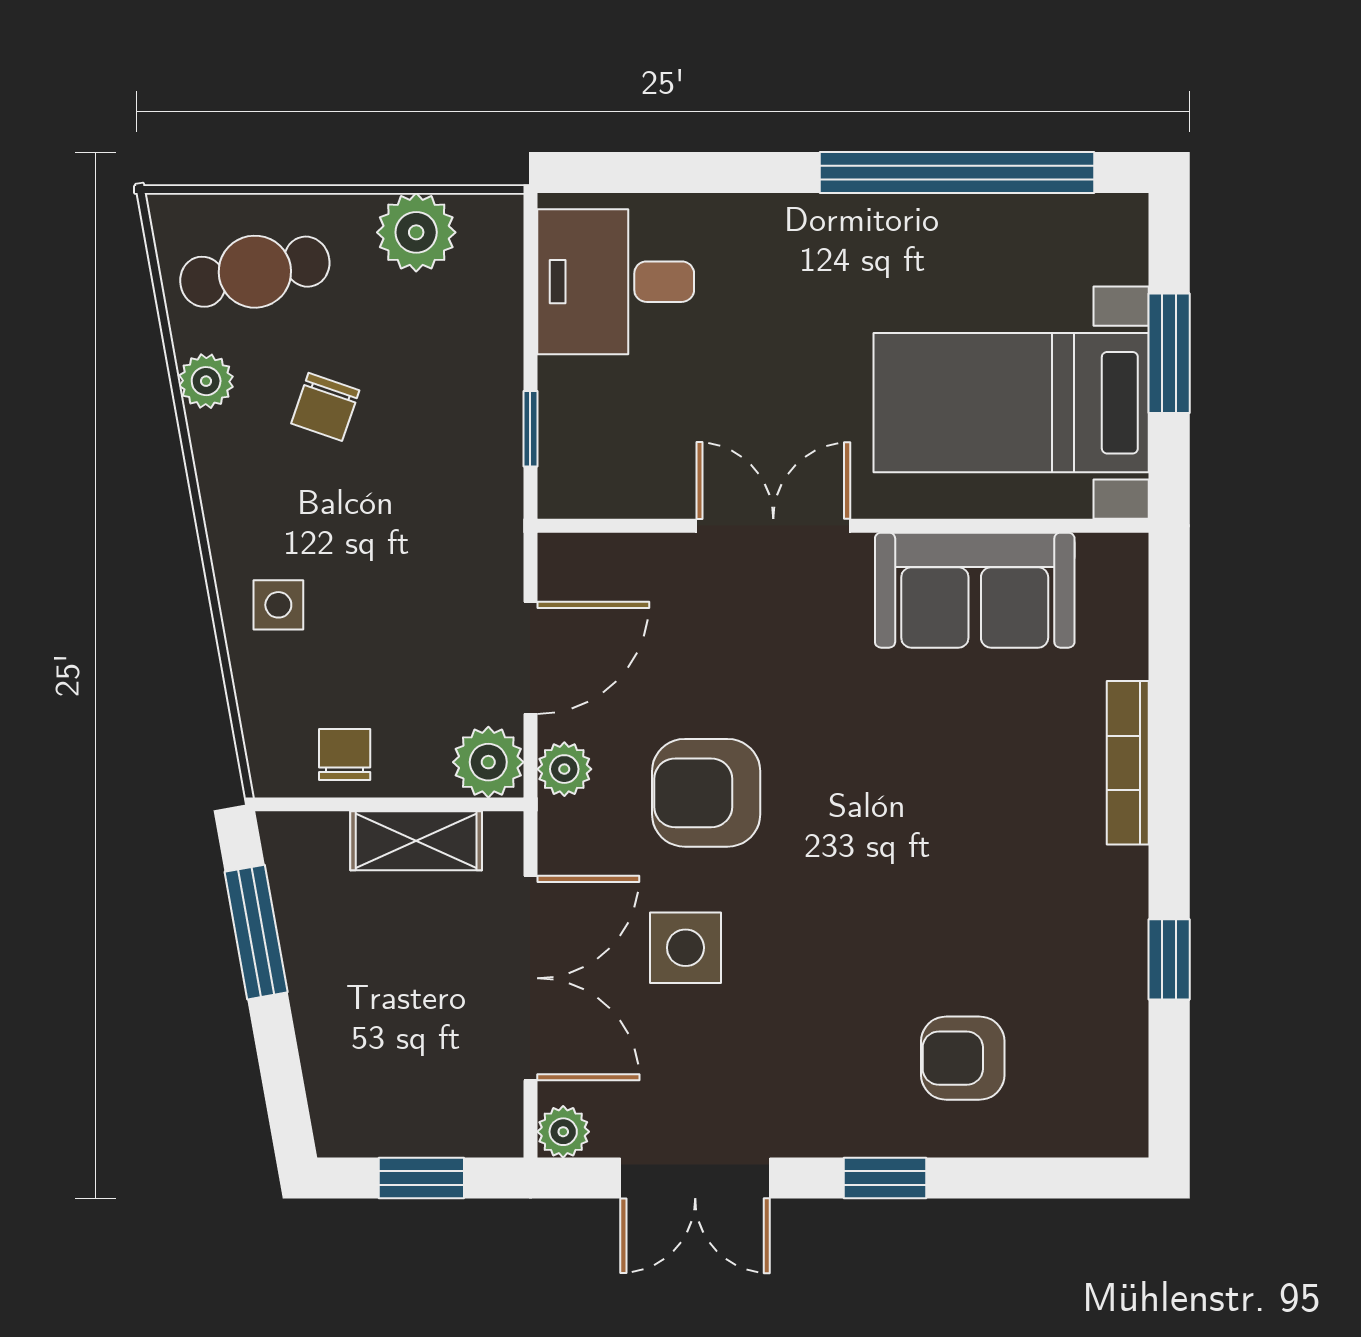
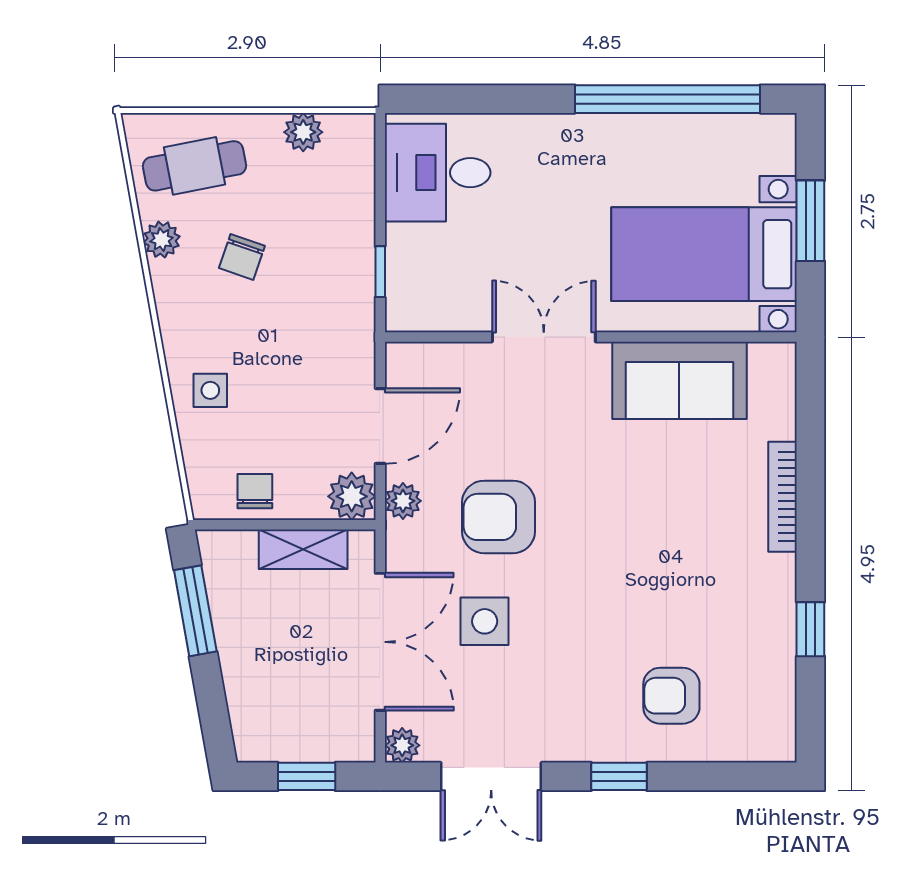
plant: (416, 232) -> (303, 132), width x0.73, depth x0.73

